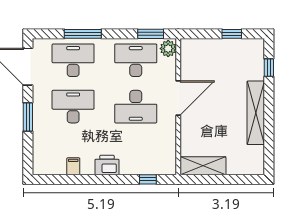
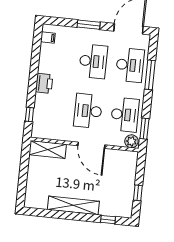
filing cabinet: (73, 166) -> (48, 38), moved
shelving: (203, 166) -> (48, 149), moved, turned 90

